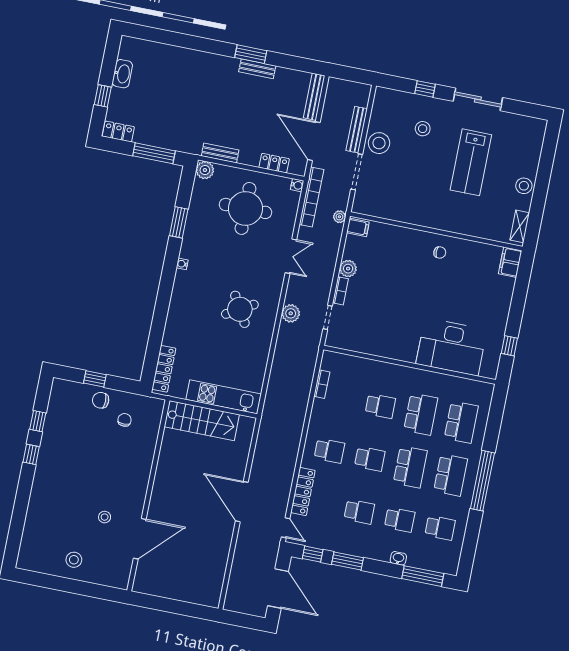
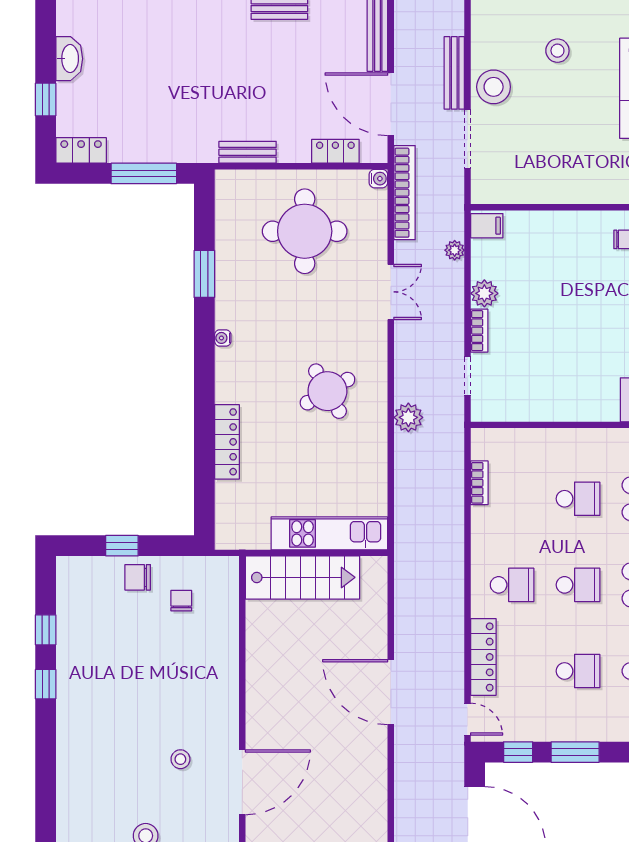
plant: (205, 170) -> (229, 184), removed
plant: (339, 217) -> (455, 250), moved
plant: (291, 313) -> (408, 417), moved
locker: (164, 369) -> (227, 442), moved

